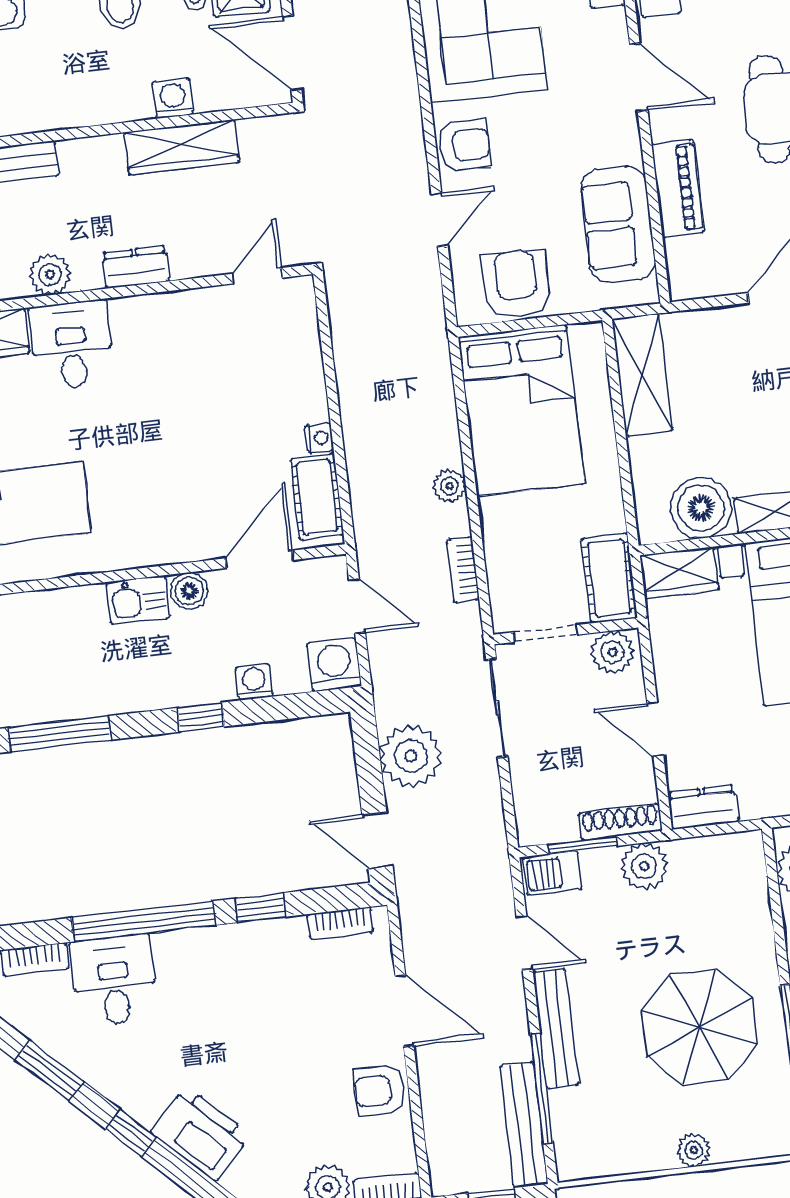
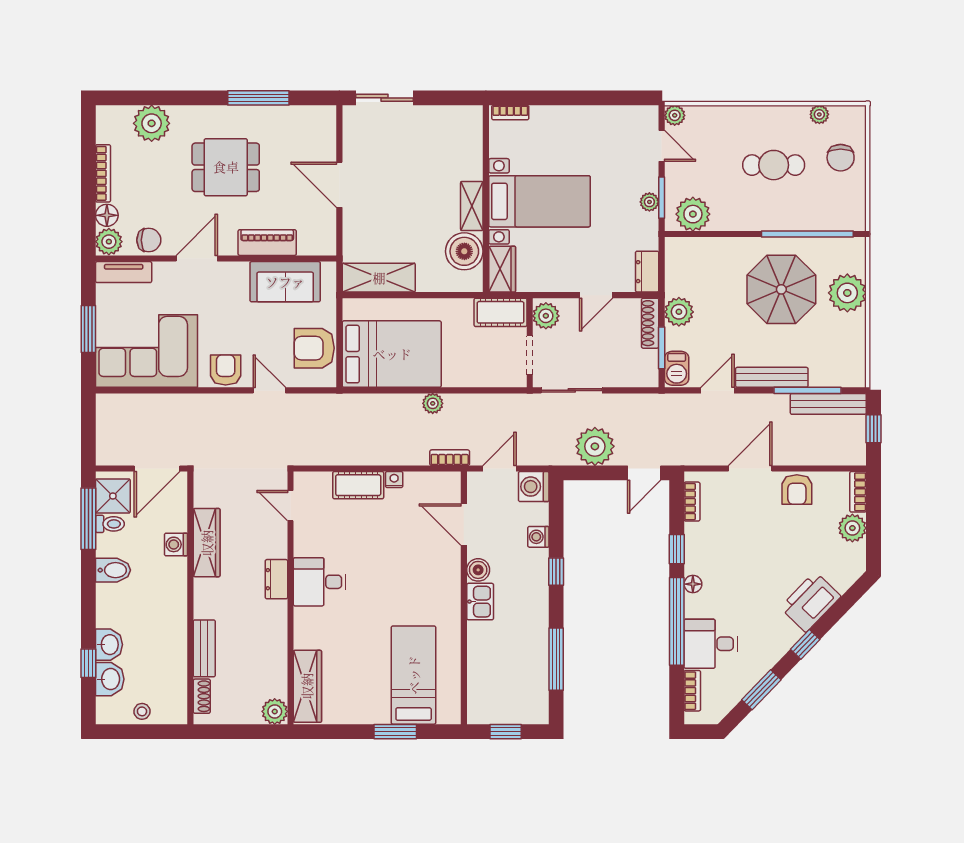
plant: (50, 274) -> (275, 632), removed
desk: (72, 345) -> (320, 582), moved
cot: (317, 497) -> (358, 485), moved
bookcase: (463, 570) -> (450, 458), moved, turned 180
floor lamp: (207, 940) -> (693, 584), added
plant: (694, 1150) -> (847, 293), width x1.87, depth x1.87

